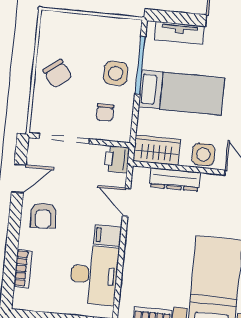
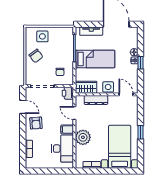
side table: (116, 73) -> (42, 36), moved
door: (19, 179) -> (23, 107), hinge flipped
plant: (140, 256) -> (83, 137), added

